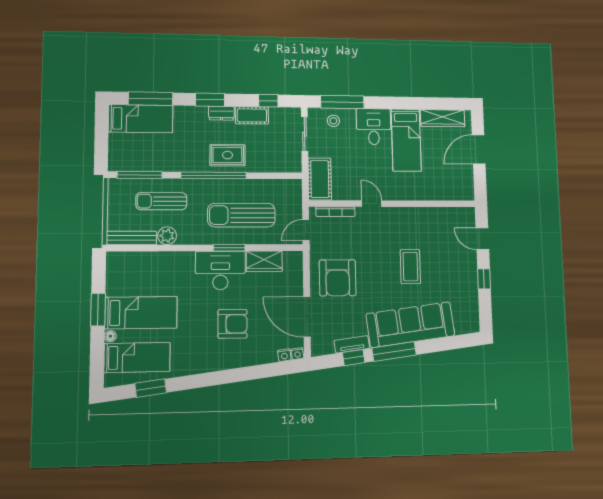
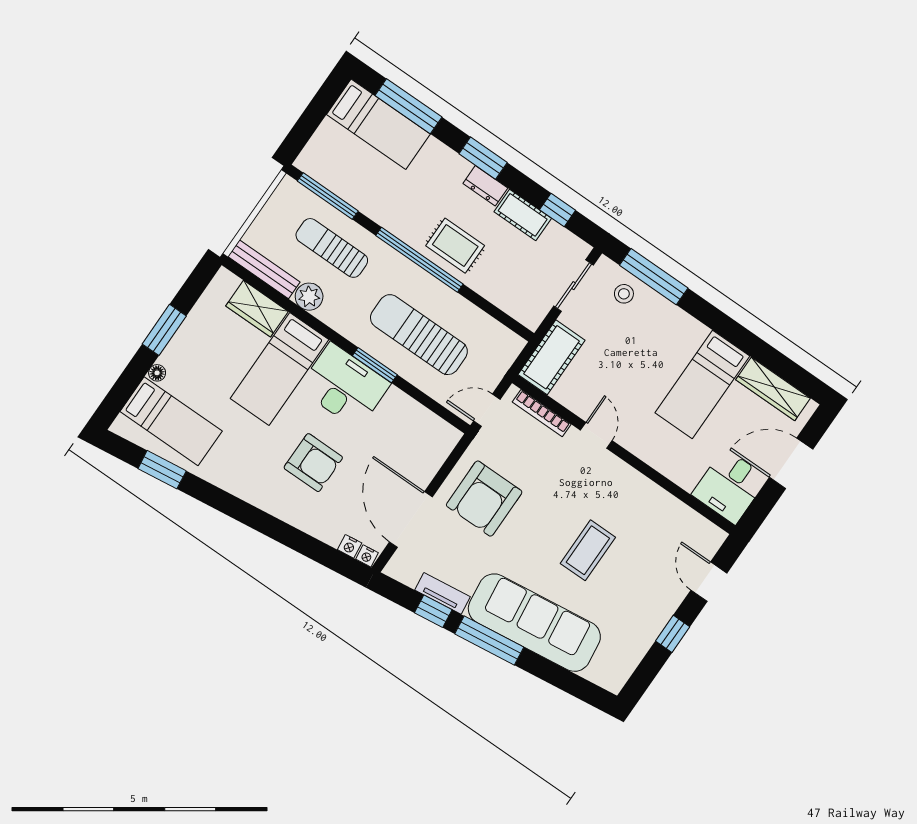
desk: (374, 127) -> (730, 486), moved, turned 180
wardrobe: (264, 261) -> (257, 309), moved
bed: (141, 313) -> (279, 369), moved, turned 90

